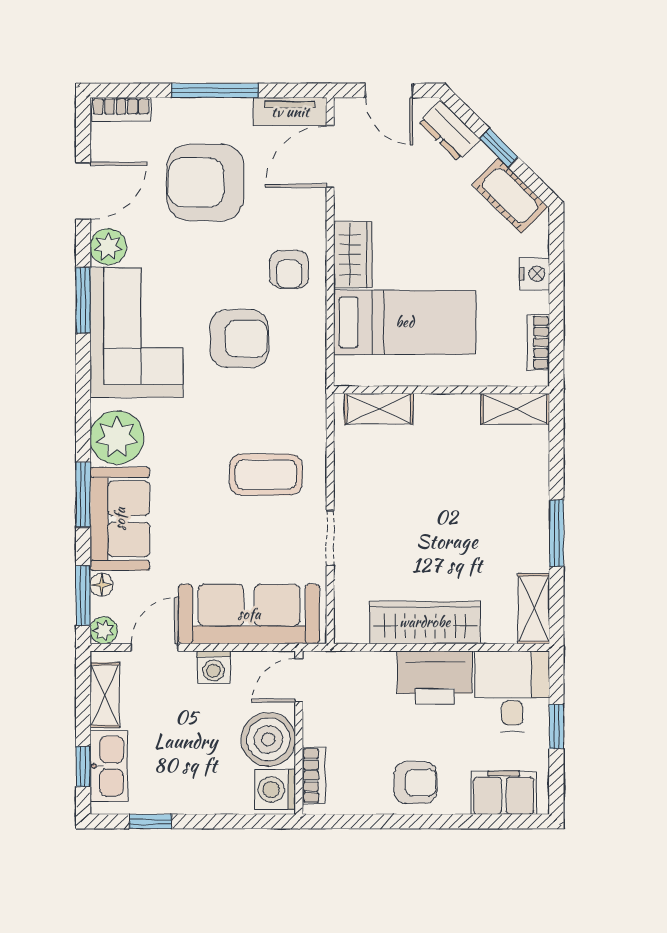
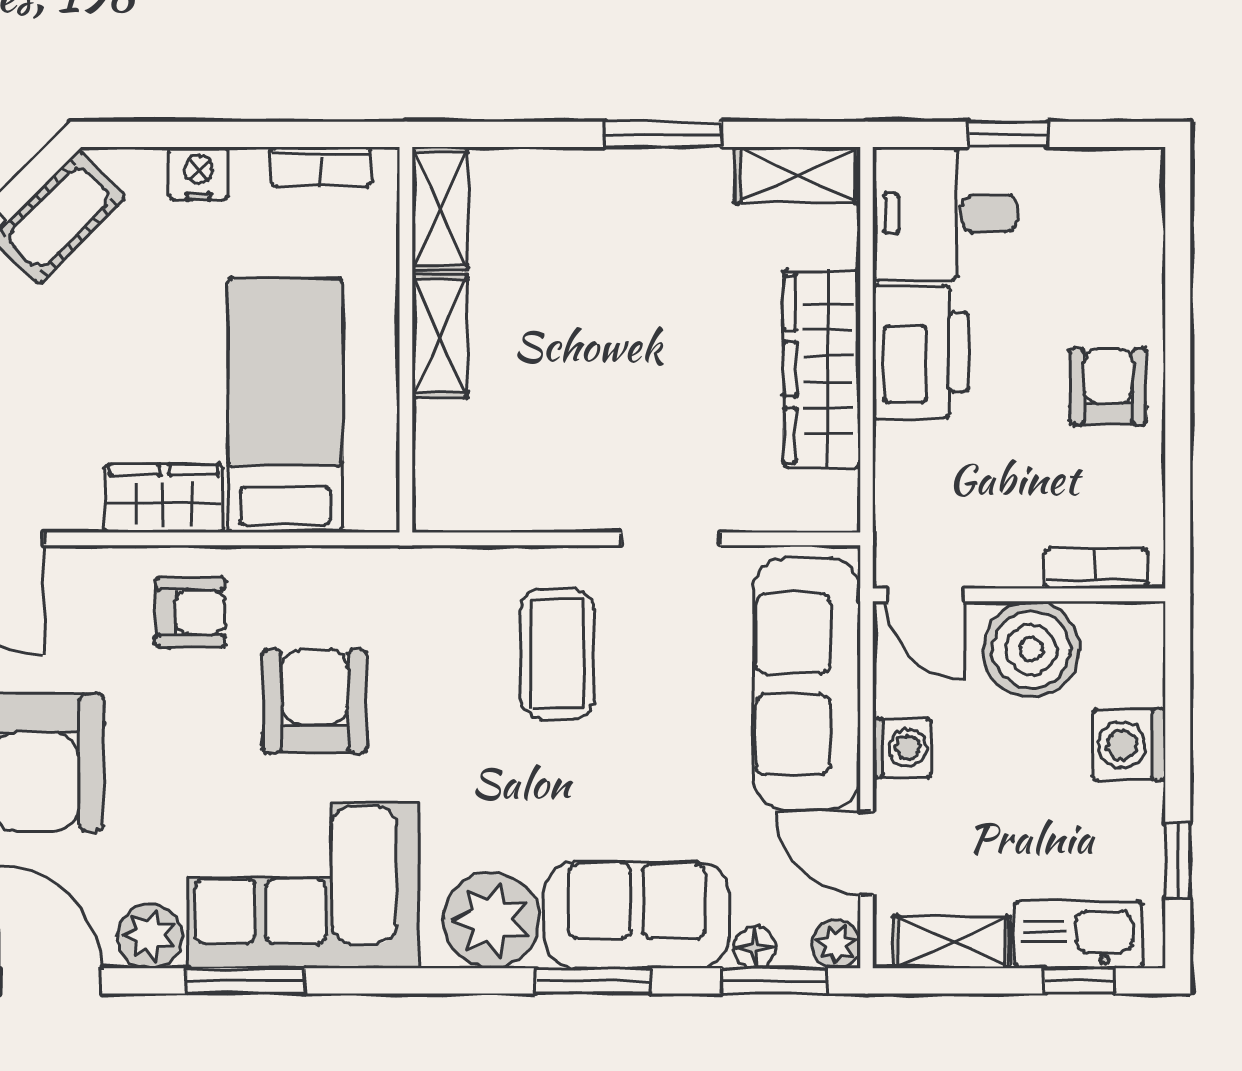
shelving: (379, 409) -> (440, 336), moved
washing machine: (275, 789) -> (1129, 745), moved, turned 90
filing cabinet: (504, 793) -> (1126, 229), removed

